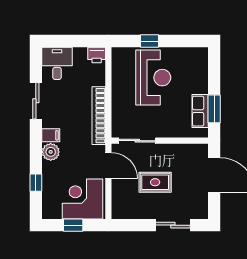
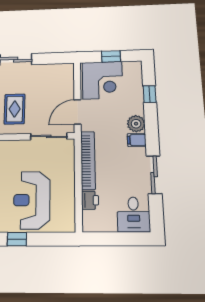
window: (149, 41) -> (17, 239), moved
printer: (97, 55) -> (90, 200), moved, turned 90
door: (108, 166) -> (78, 112), hinge flipped
rug: (155, 182) -> (15, 109), moved, turned 90

